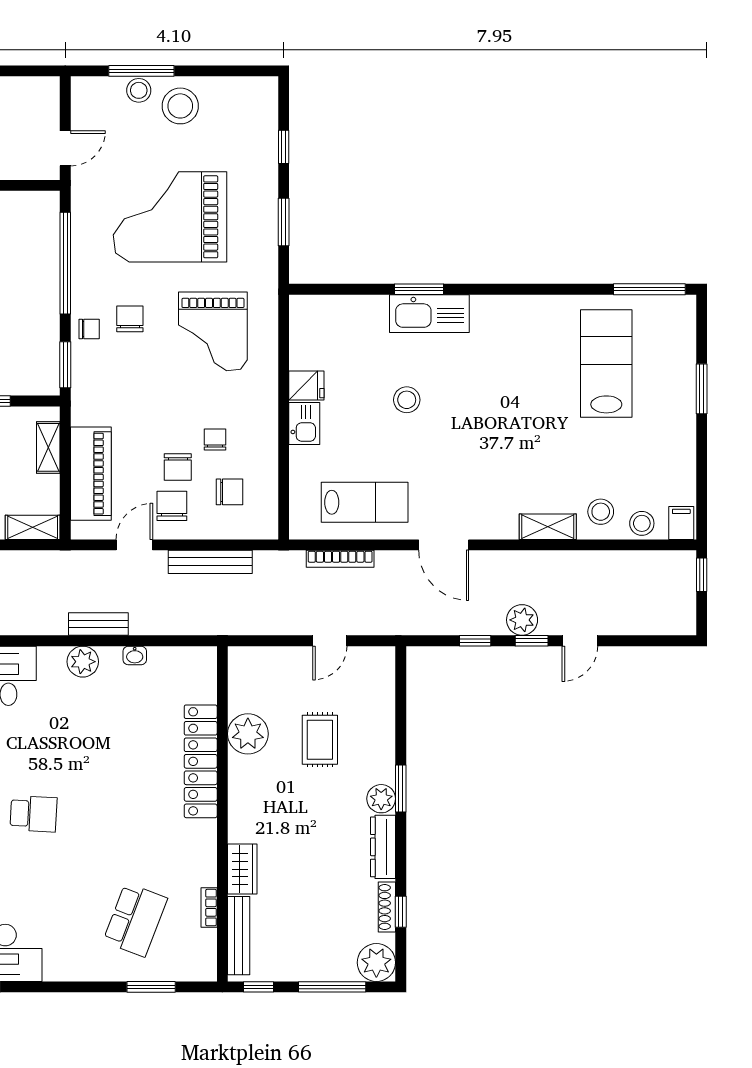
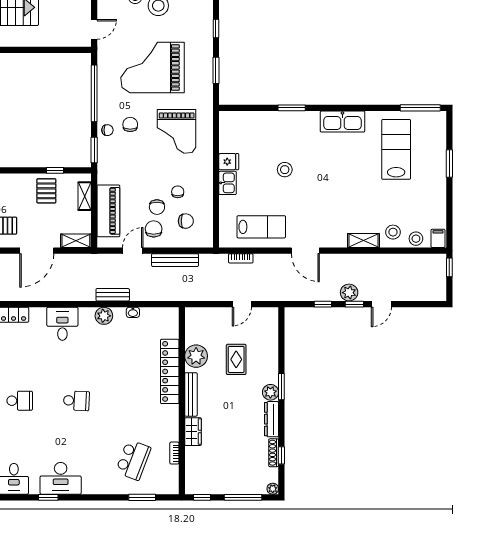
kitchen sink: (429, 314) -> (342, 122), moved
bookcase: (340, 559) -> (241, 258), width x0.64
bench: (239, 936) -> (191, 394), moved
plant: (376, 963) -> (273, 489), width x0.53, depth x0.53

